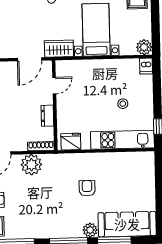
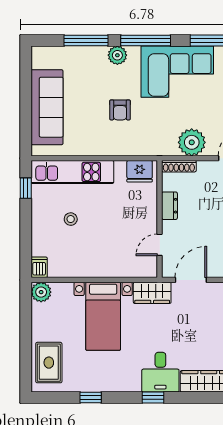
corner sofa: (44, 219) -> (177, 72), added
sofa: (127, 224) -> (47, 107), moved, turned -90

